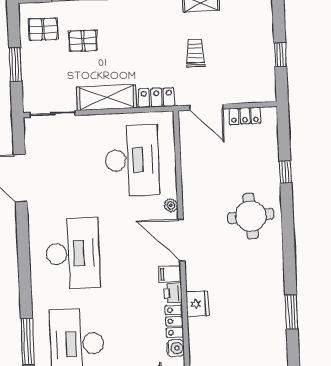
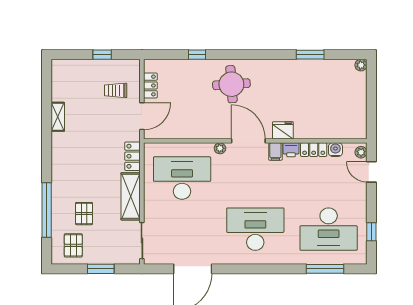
trolley: (195, 53) -> (116, 90), moved
door: (182, 240) -> (248, 141), swing flipped
fridge: (197, 304) -> (283, 130), moved

